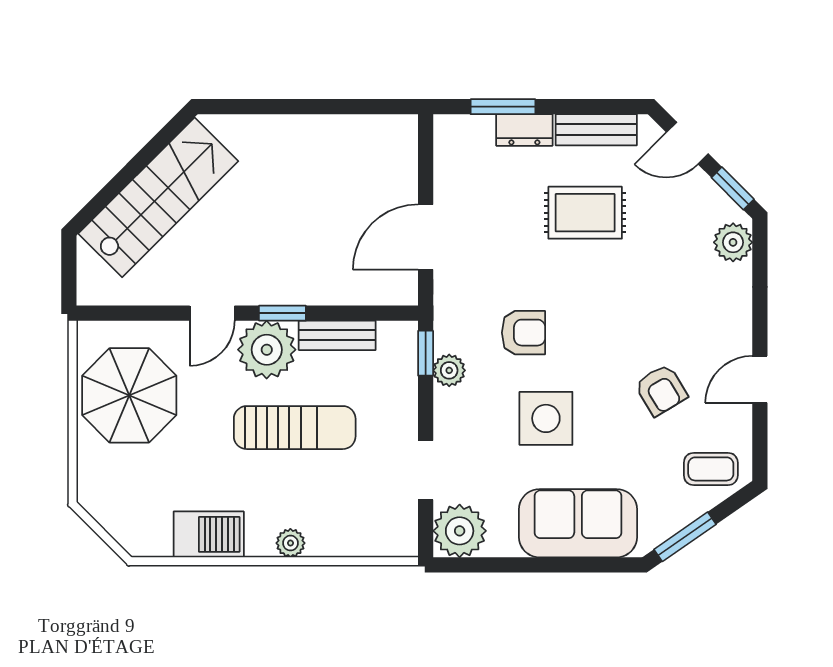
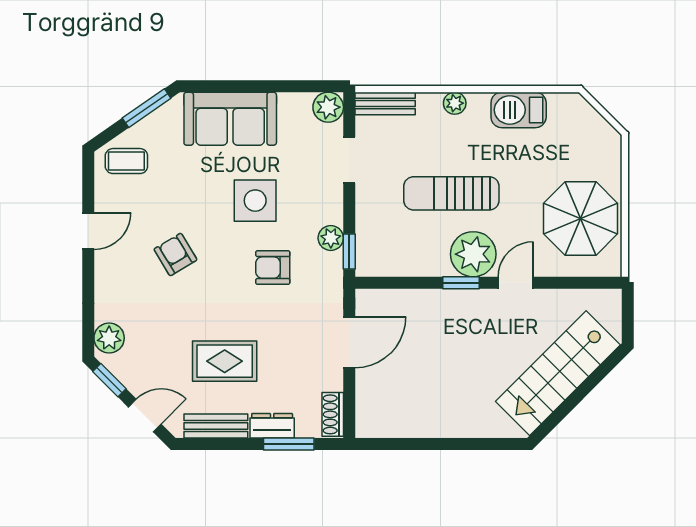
shoe rack: (447, 145) -> (333, 414), added
bench: (337, 335) -> (385, 104), moved
armchair: (661, 390) -> (175, 254), moved
plant: (460, 531) -> (328, 107), width x0.73, depth x0.73

